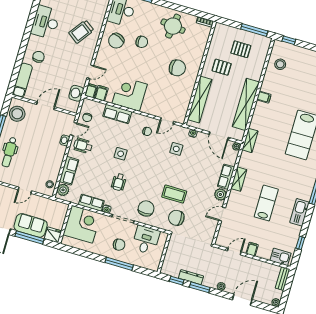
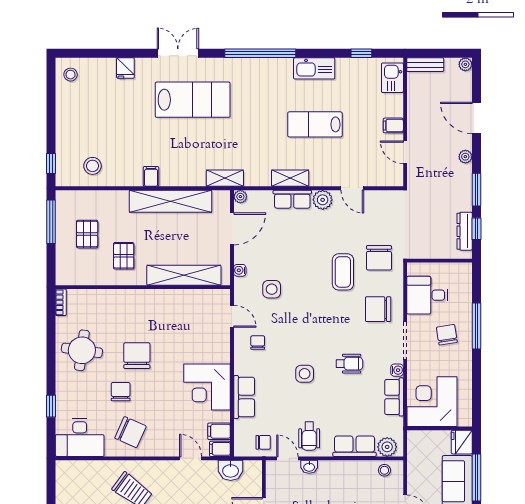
chair: (177, 68) -> (137, 356), moved
dresser: (191, 277) -> (465, 231), moved

